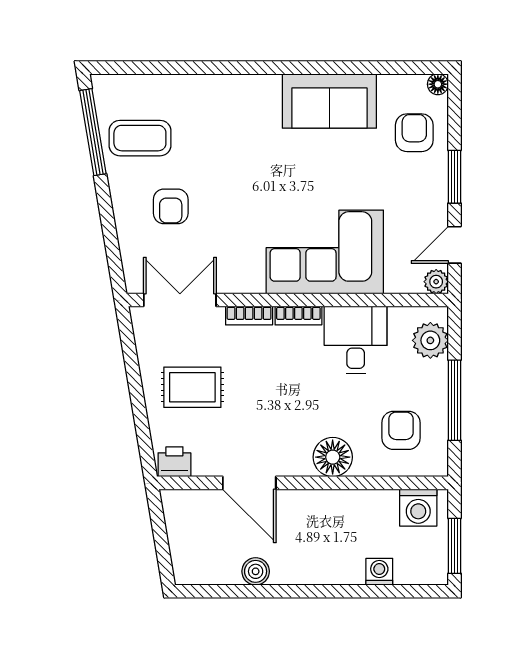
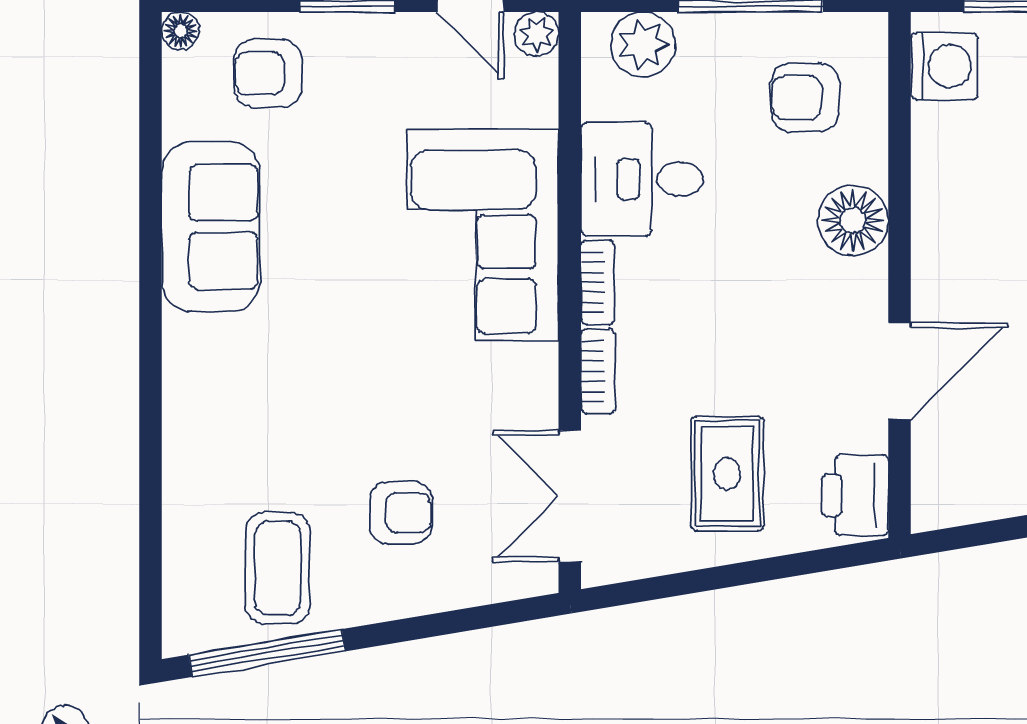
printer: (174, 462) -> (855, 495), width x1.36, depth x1.24

